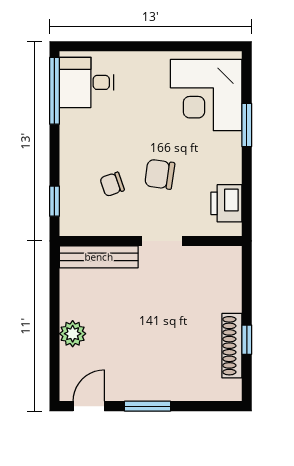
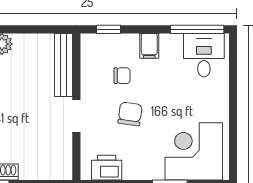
filing cabinet: (75, 150) -> (149, 46), added
chair: (112, 184) -> (122, 76), turned 109

